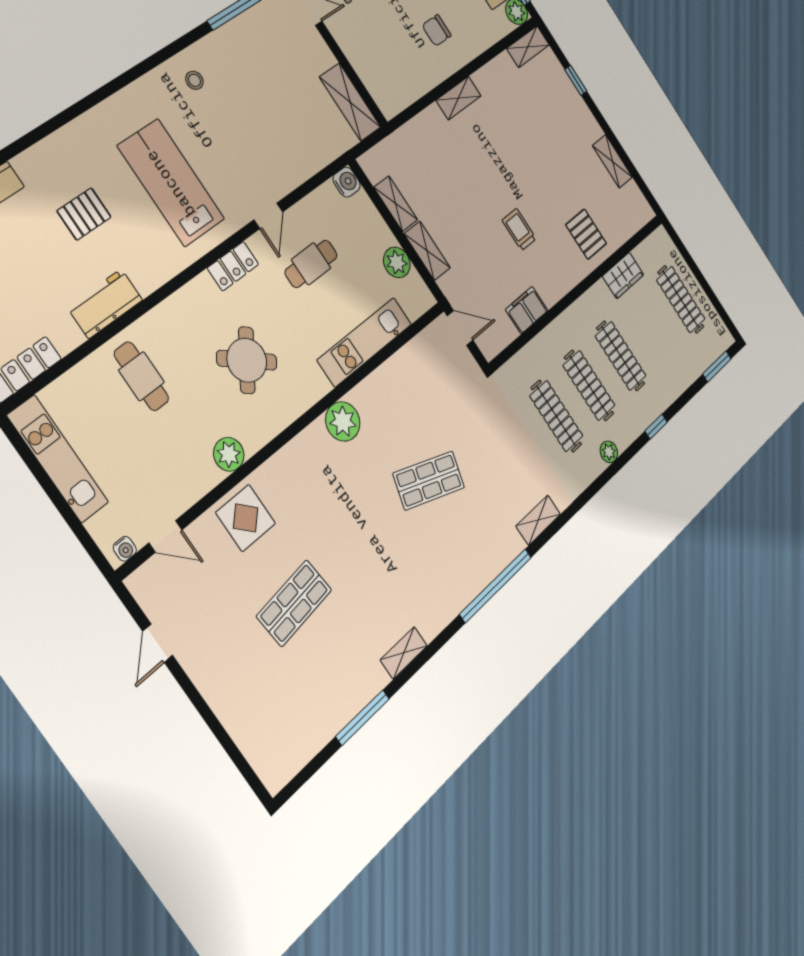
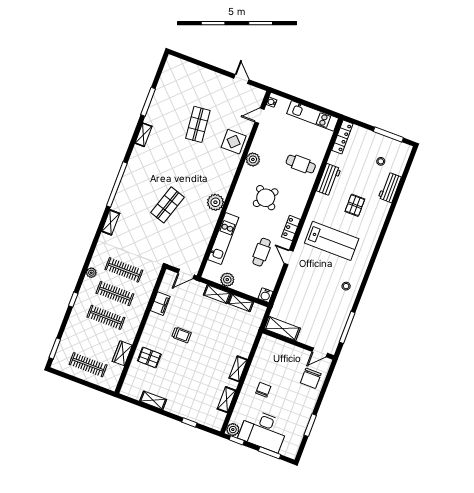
shelving: (528, 47) -> (226, 400), moved

